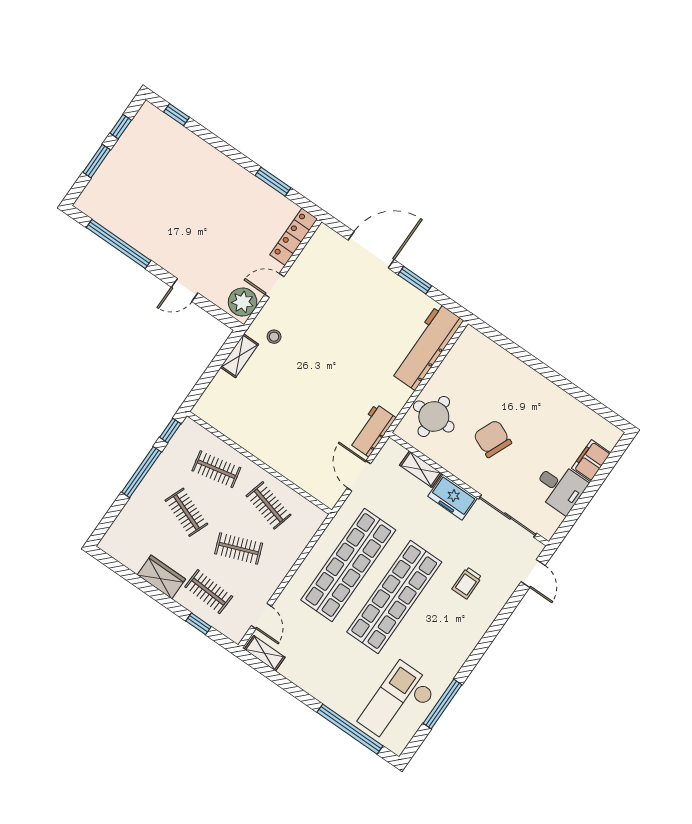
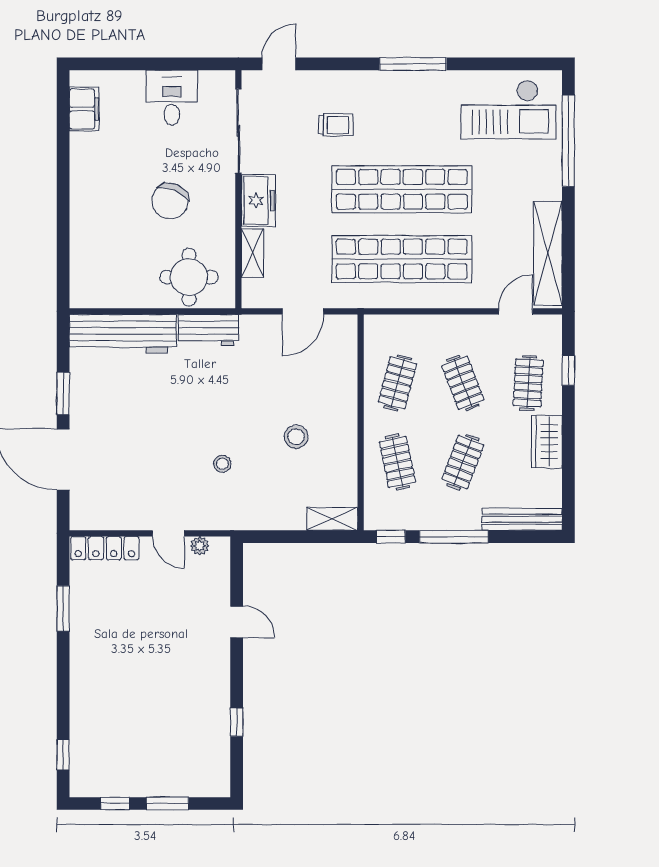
window: (119, 244) -> (237, 722), width x0.32
plant: (243, 302) -> (200, 546), width x0.53, depth x0.53
stool: (274, 337) -> (222, 464), moved
shelving: (240, 356) -> (332, 519), moved
stool: (280, 414) -> (296, 437), added
workbench: (372, 430) -> (208, 330), moved
filing cabinet: (591, 461) -> (84, 109), moved, turned -90
bench: (122, 525) -> (522, 519), added
shelving: (265, 653) -> (548, 253), width x2.20, depth x1.33
window: (442, 704) -> (413, 64), moved

